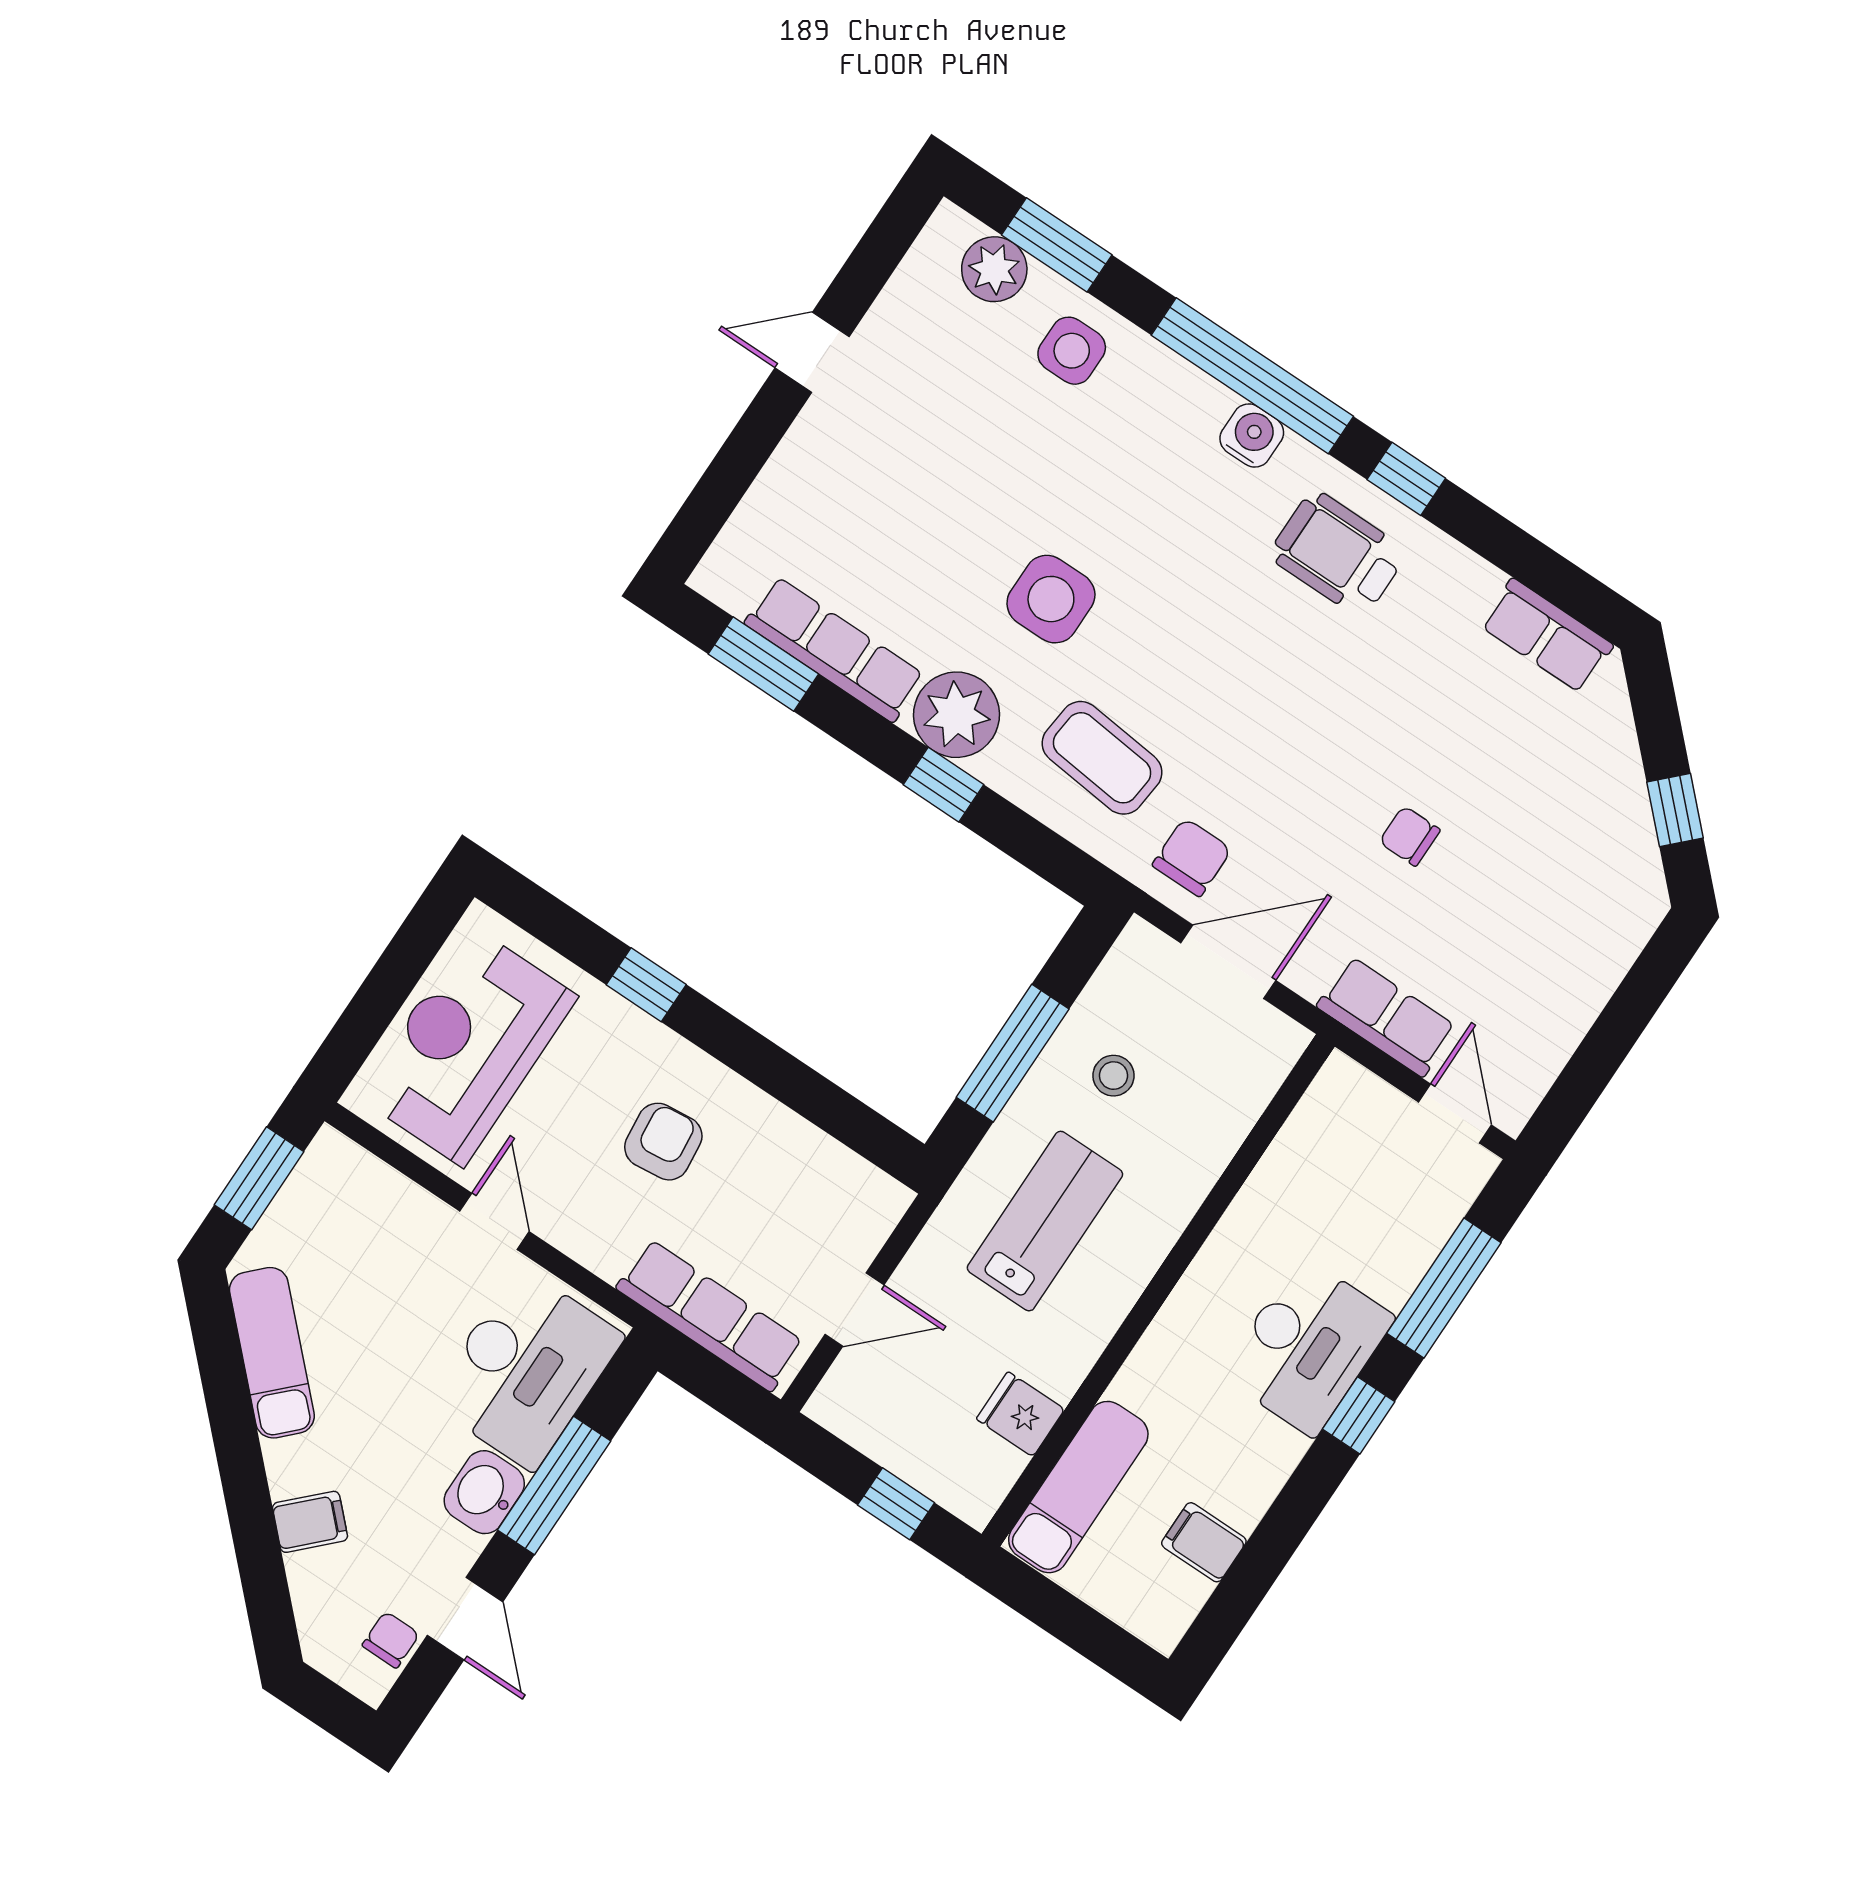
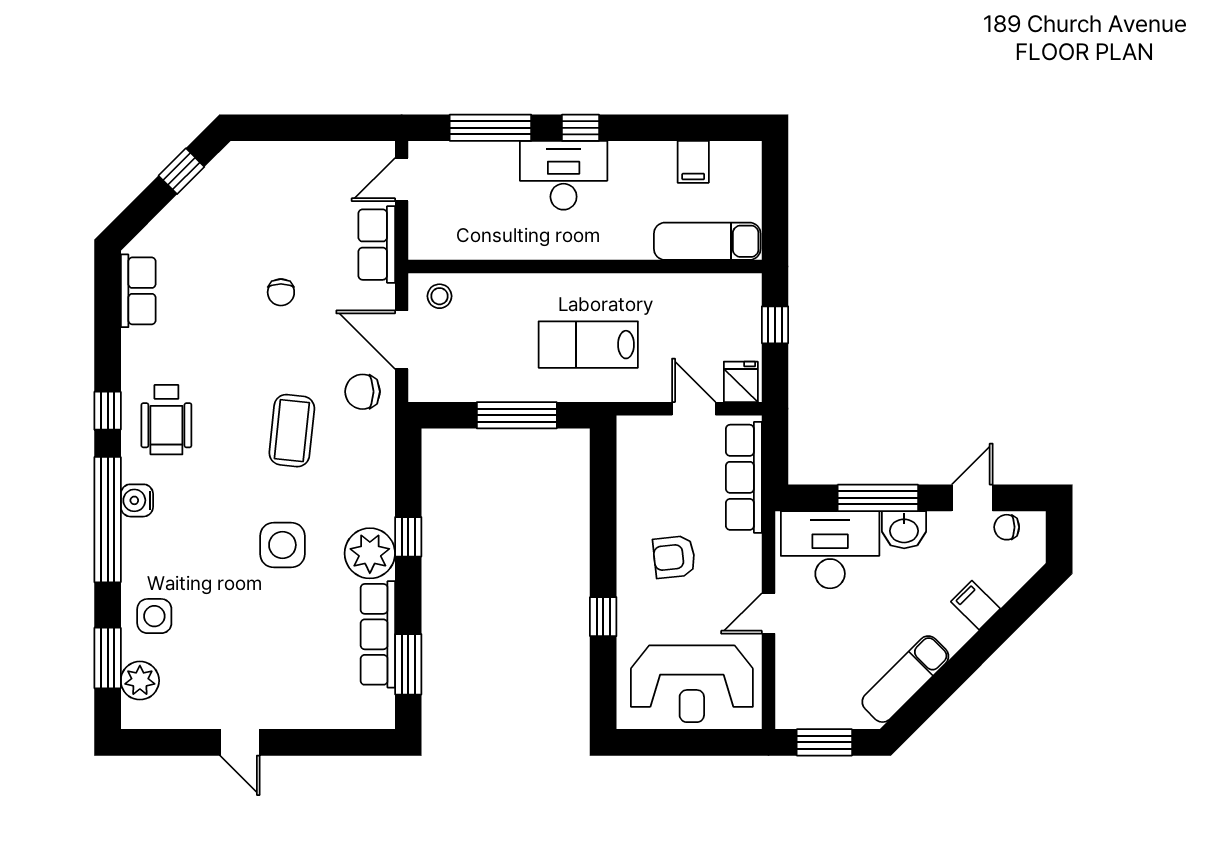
coffee table: (1102, 758) -> (292, 431), moved
stool: (1114, 1076) -> (440, 296), moved
fridge: (1020, 1414) -> (741, 382), moved, turned 180

